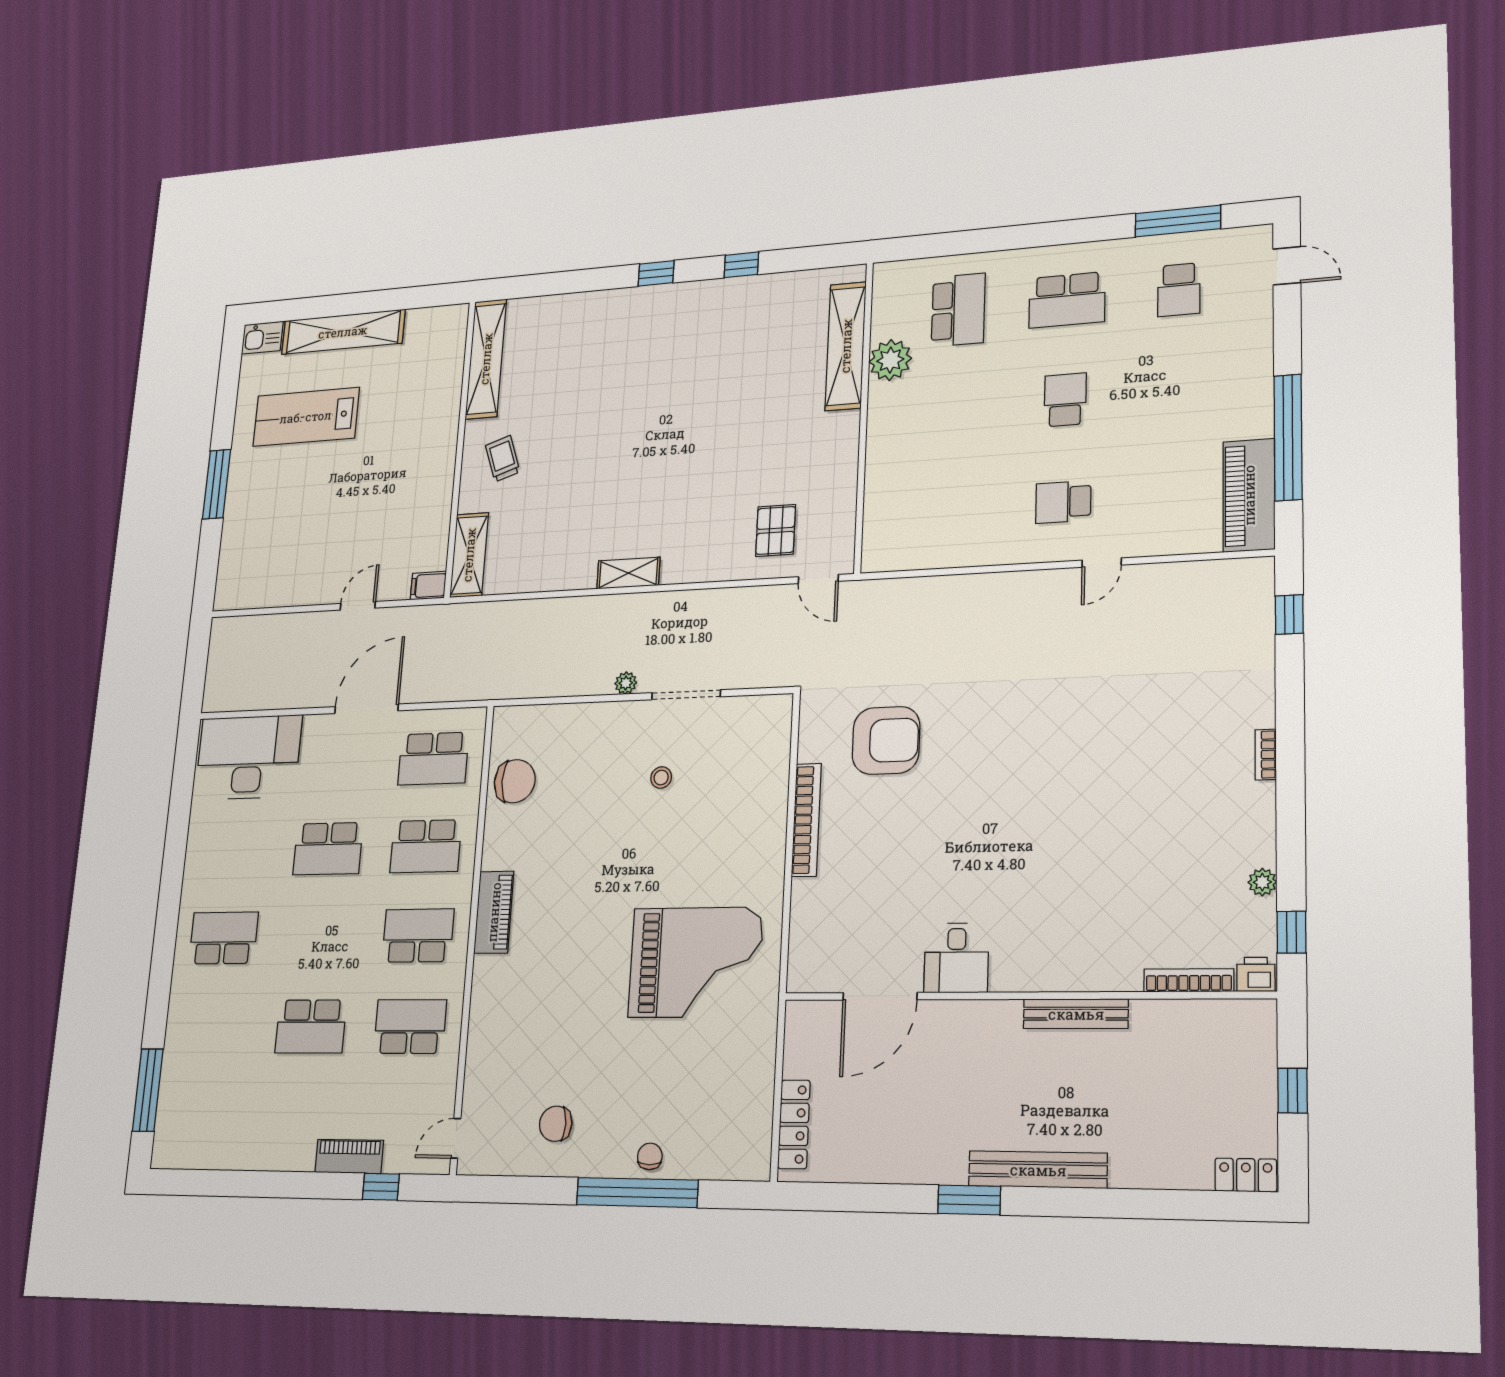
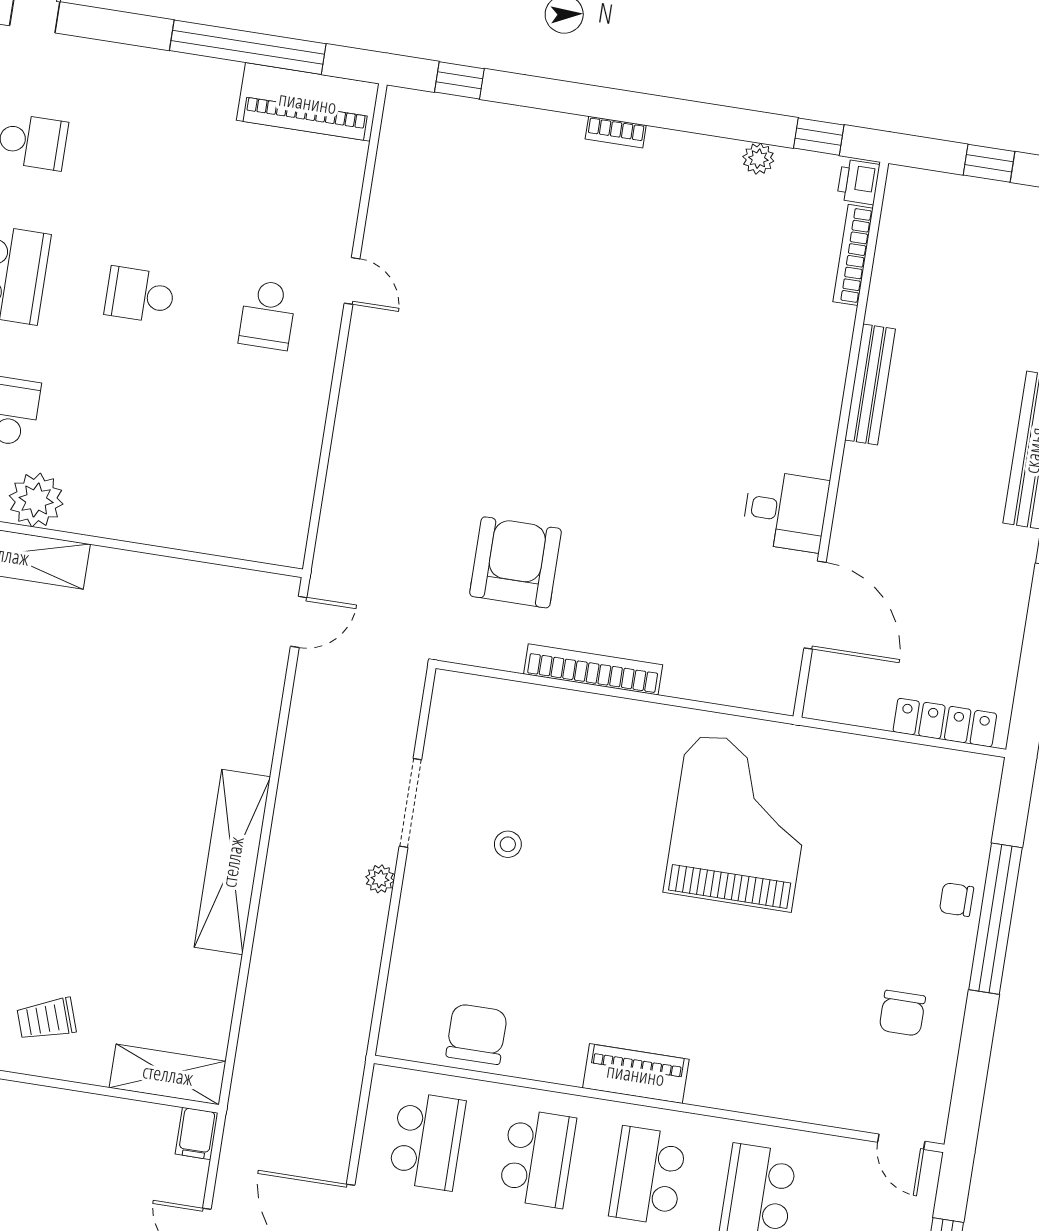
pallet: (776, 530) -> (225, 669), removed
shelving: (628, 573) -> (232, 862), width x2.20, depth x1.33

